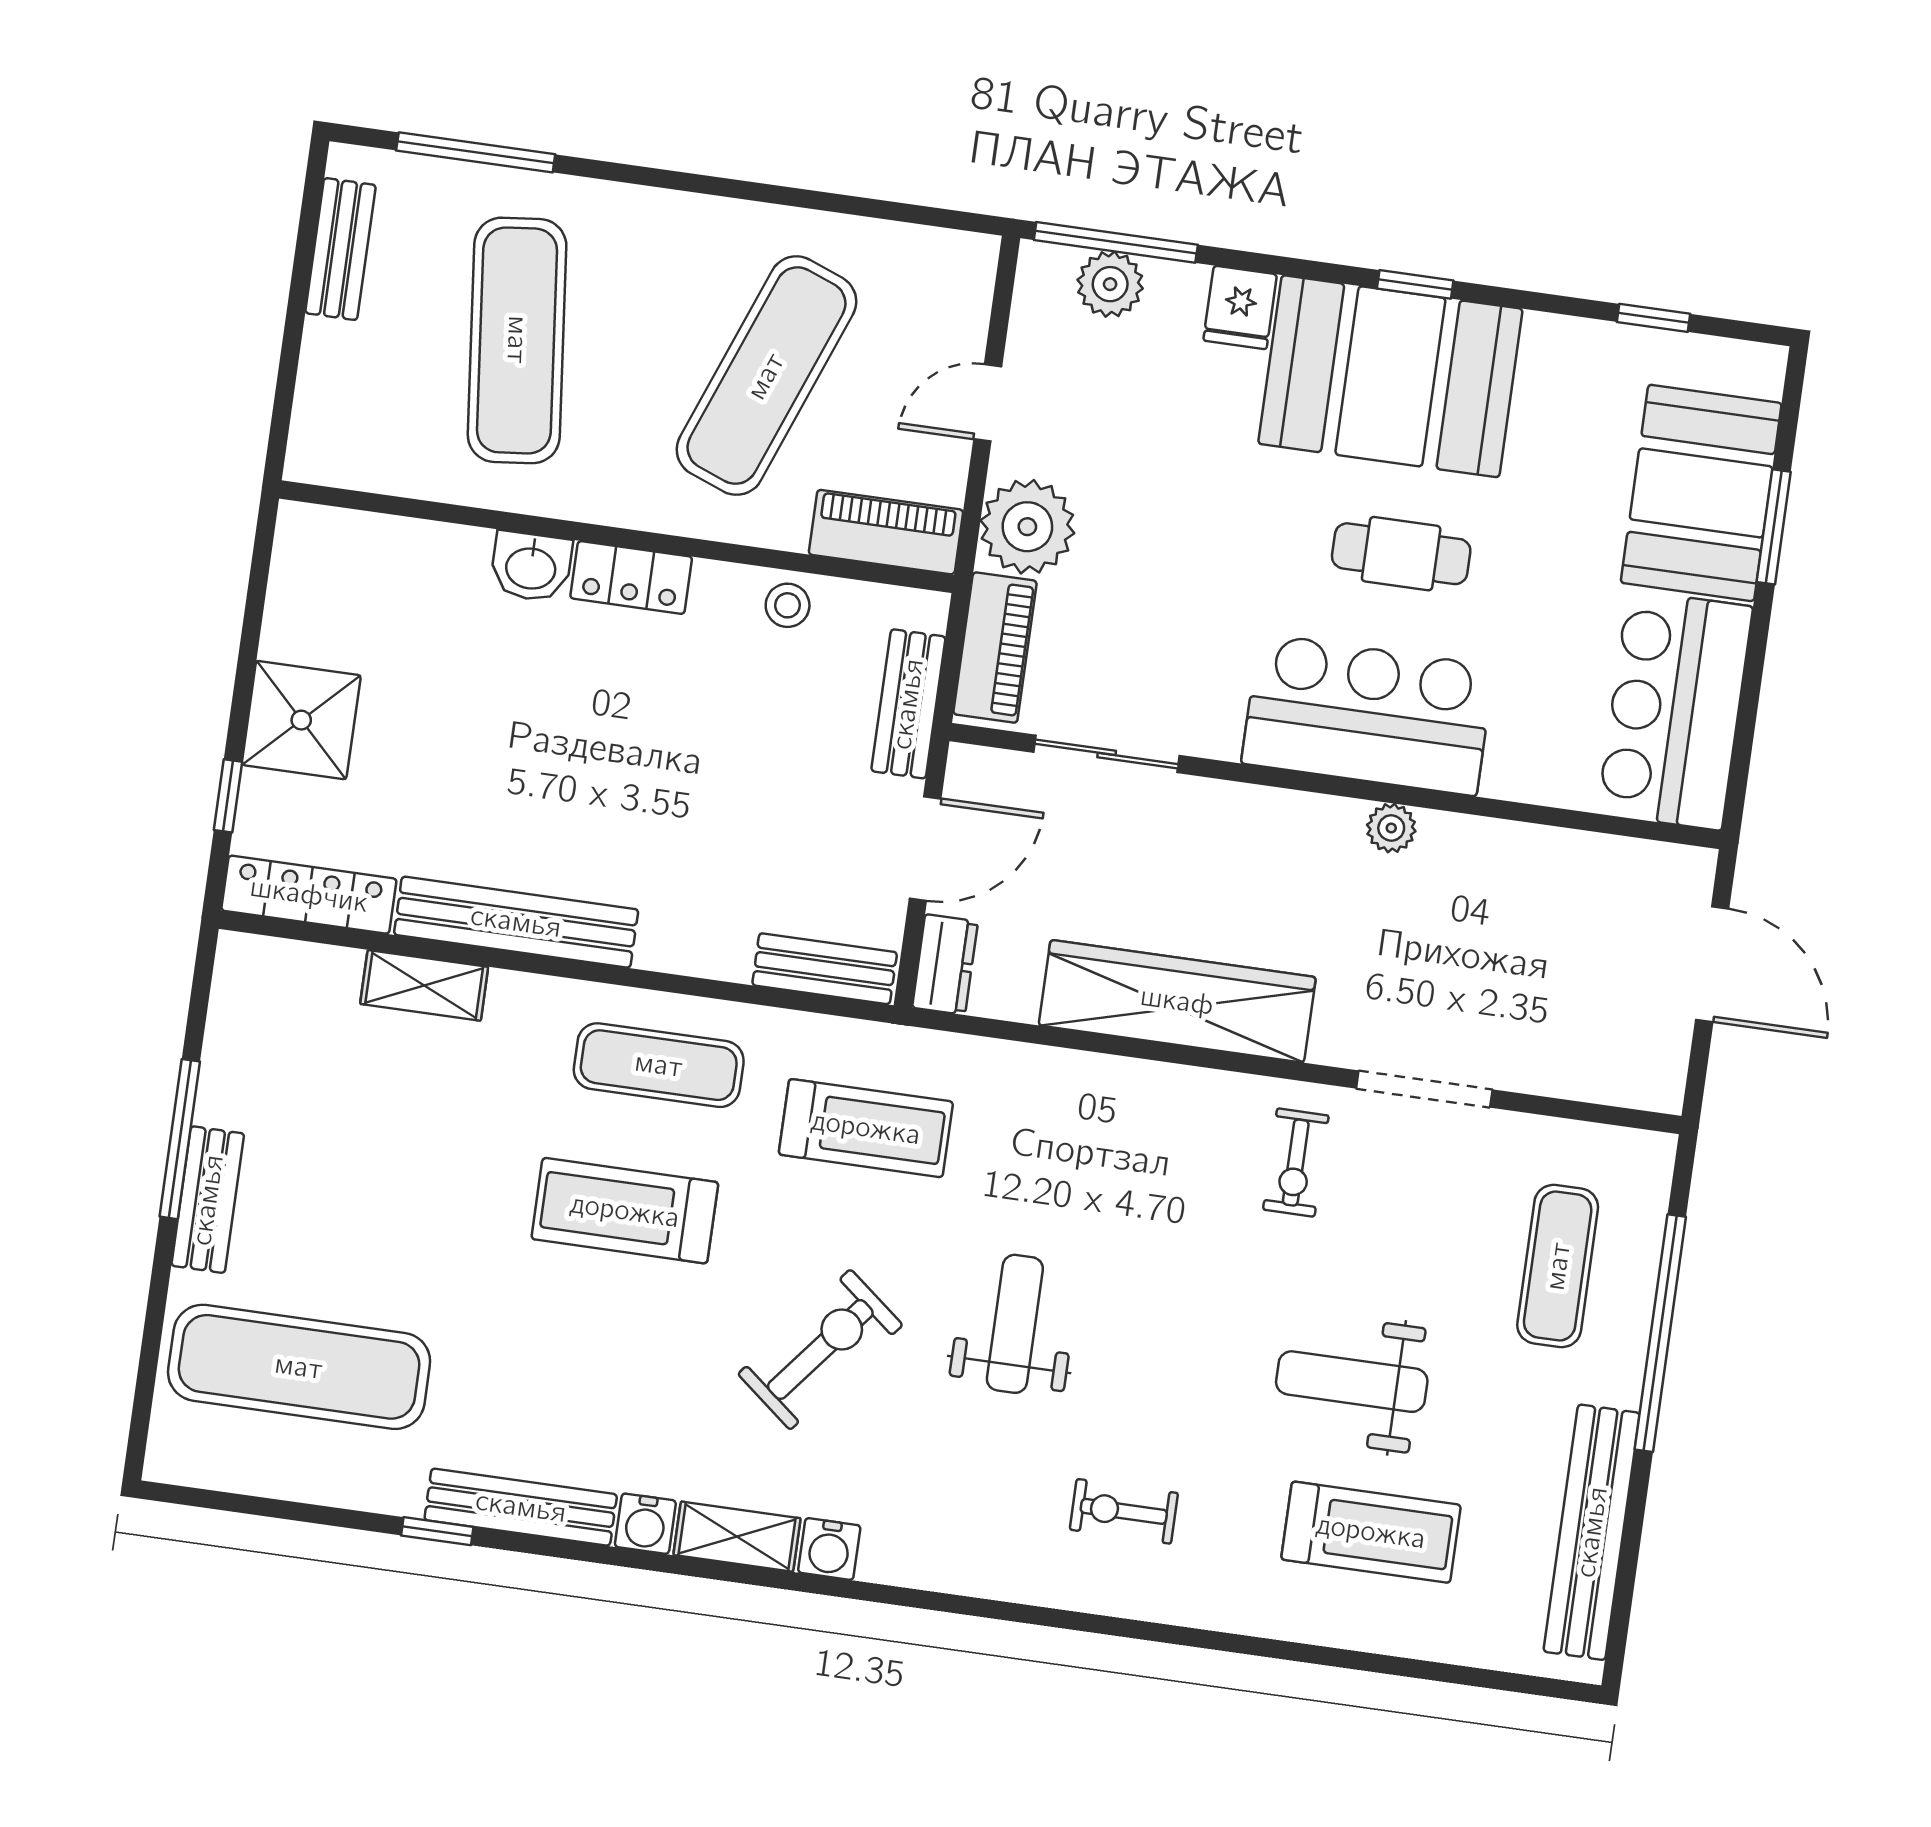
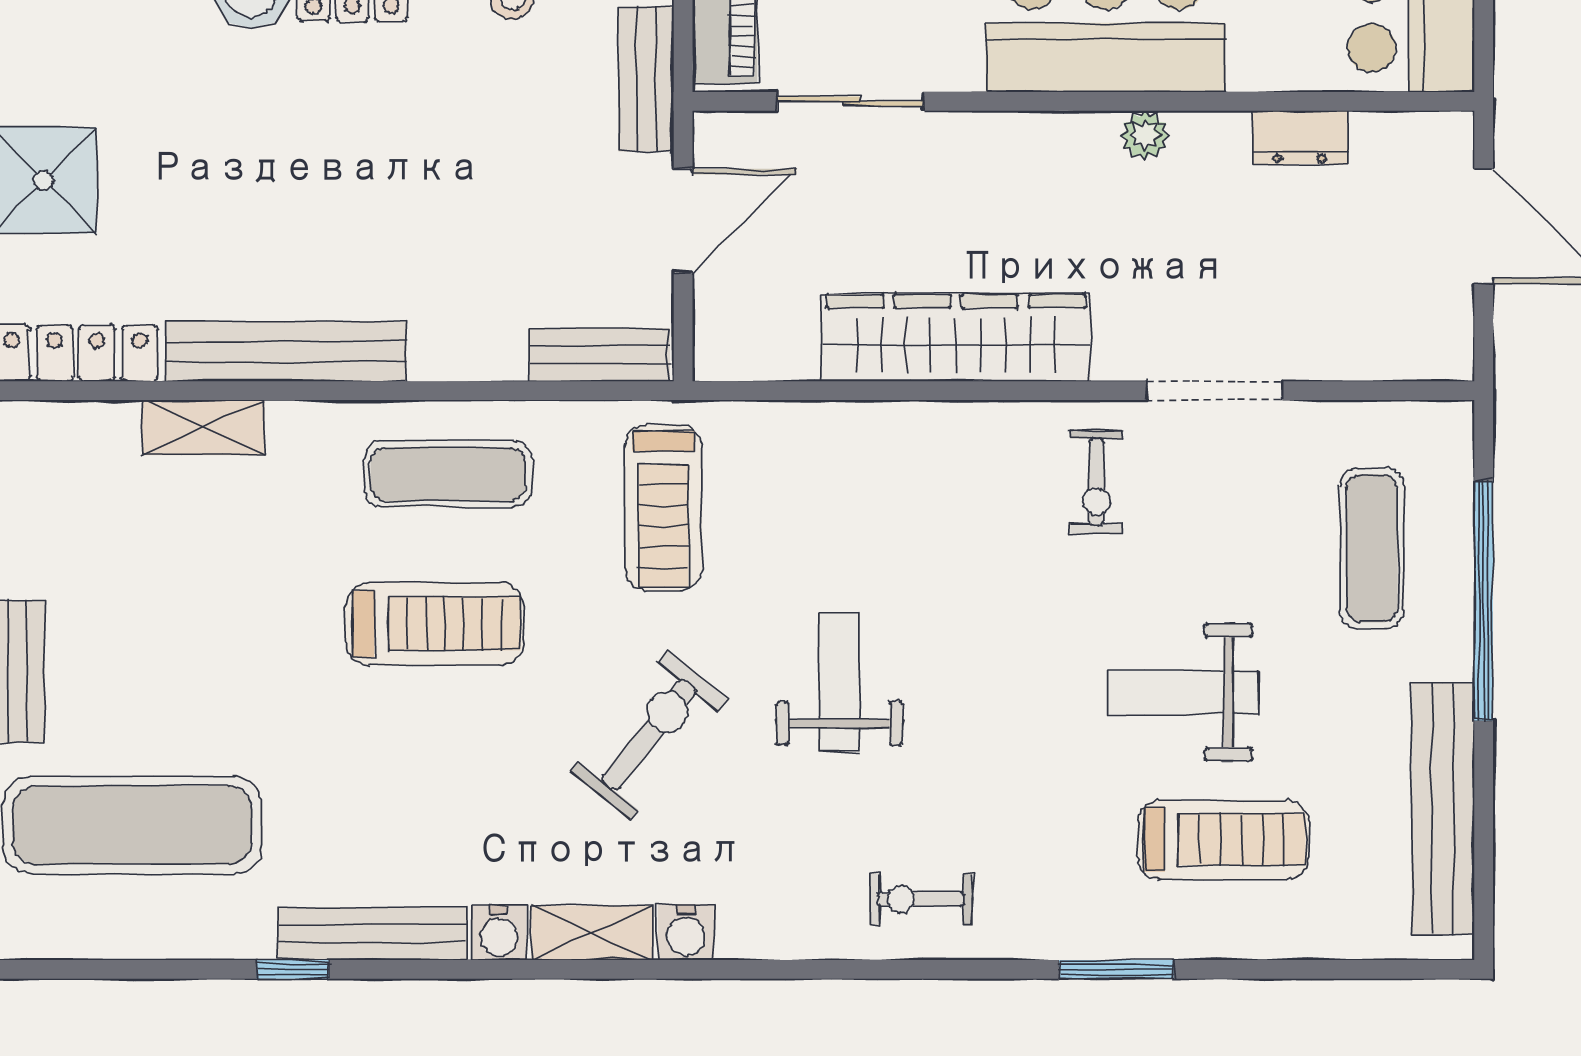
dresser: (945, 965) -> (1300, 137), moved, turned 90
treadmill: (866, 1128) -> (663, 508), turned 90
treadmill: (625, 1211) -> (435, 624), turned 180
exercise bike: (1124, 1511) -> (921, 899), moved
window: (1248, 1645) -> (1116, 969), added

